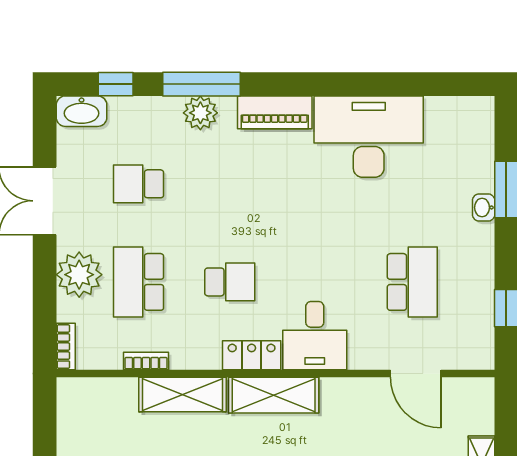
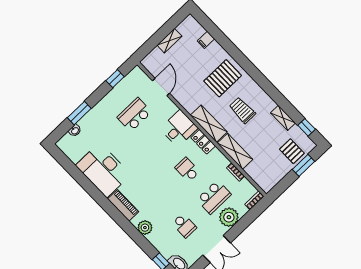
window: (202, 84) -> (136, 236), removed
washbasin: (484, 207) -> (75, 131), moved

